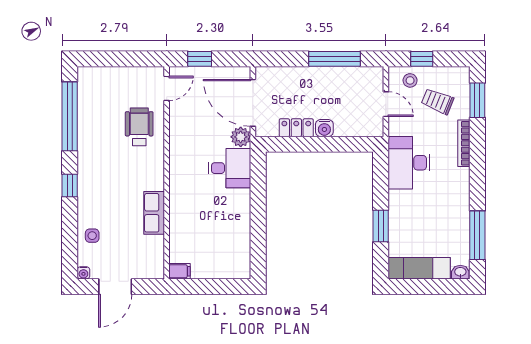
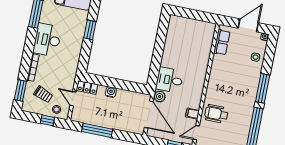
wheelchair: (139, 127) -> (216, 114), turned 90
locker: (296, 128) -> (87, 87), moved
desk: (409, 163) -> (47, 40), moved, turned 180
window: (70, 185) -> (263, 88), width x2.17
row of seats: (154, 213) -> (222, 42), moved
filing cabinet: (180, 271) -> (192, 114), moved

